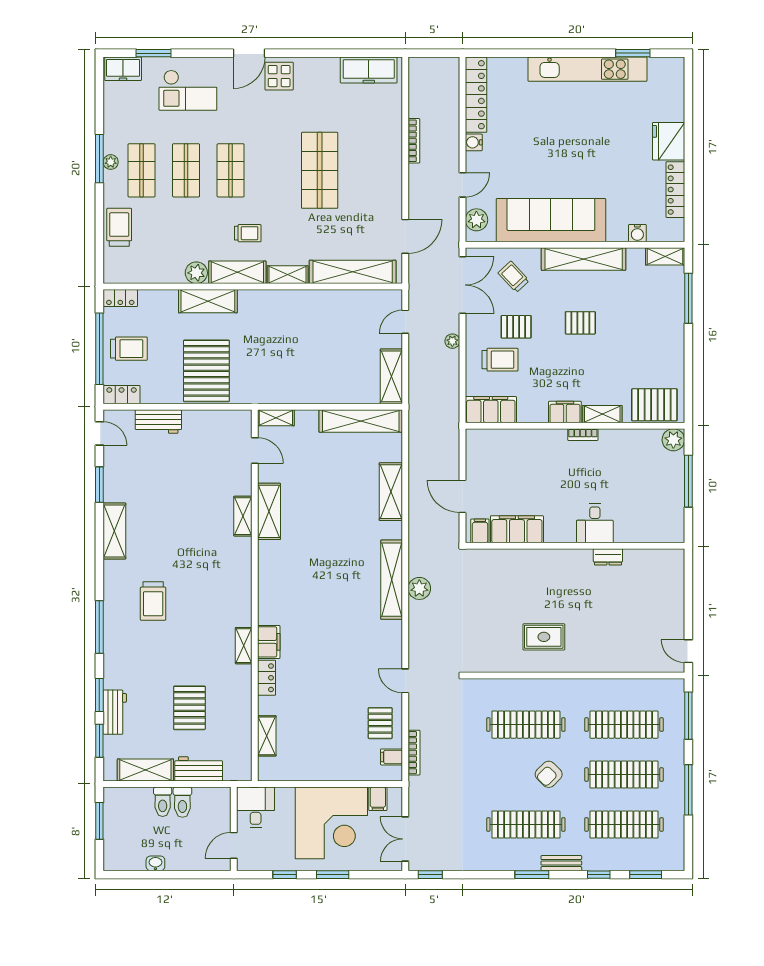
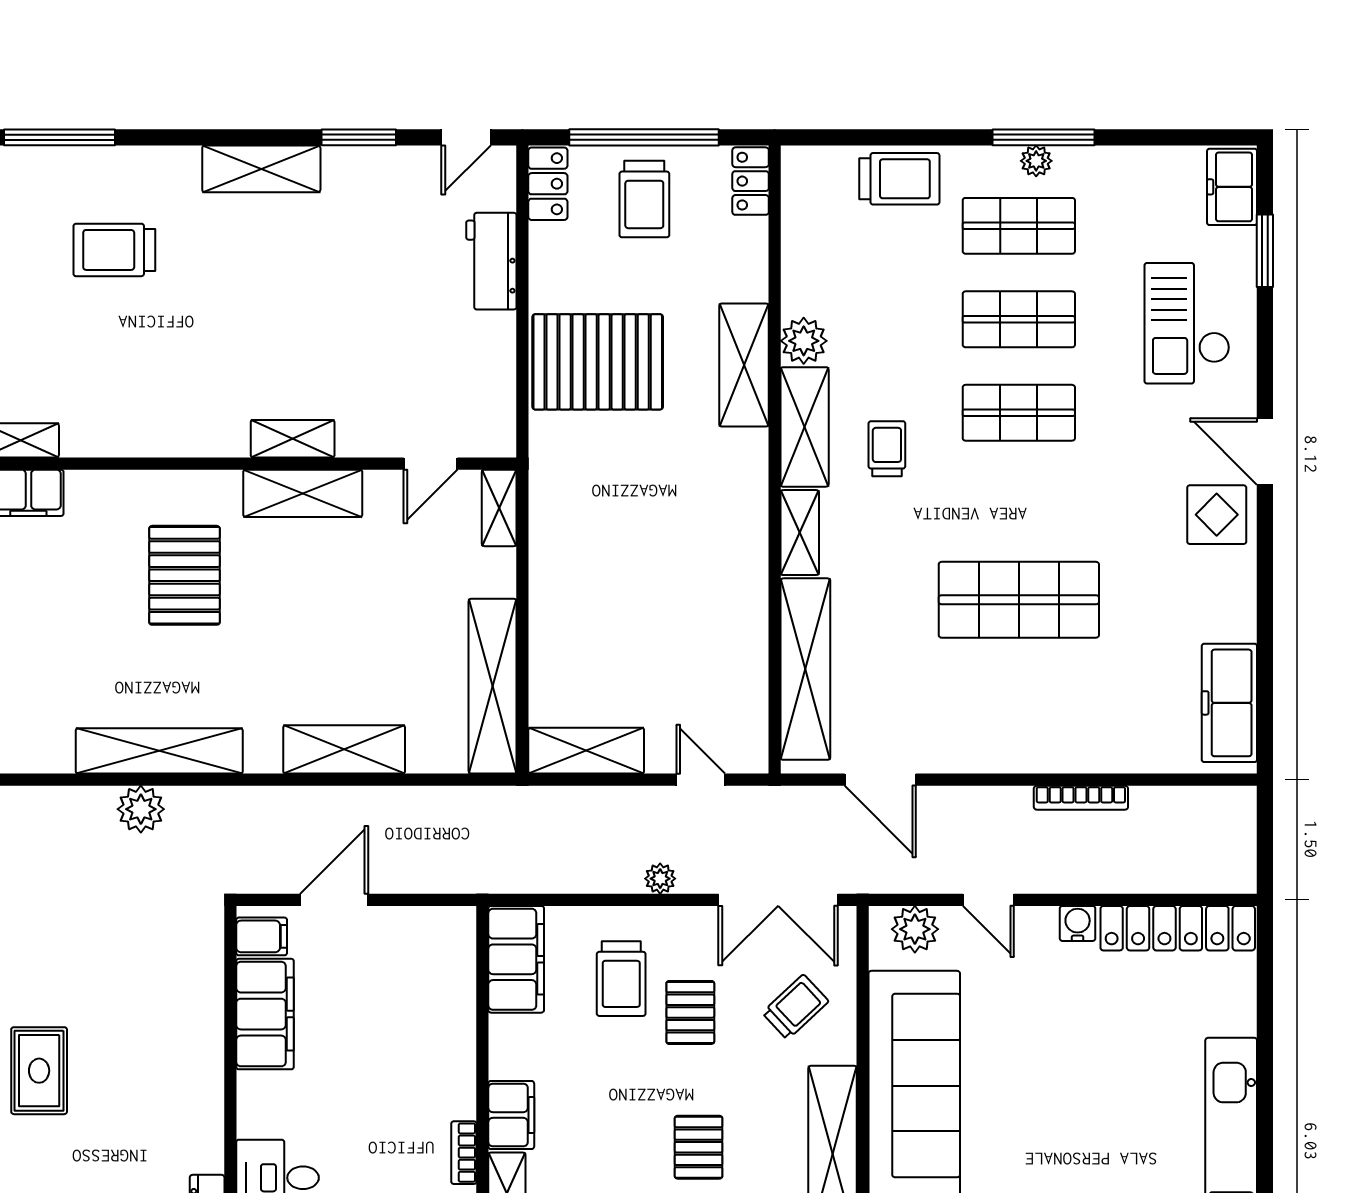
trolley: (248, 233) -> (887, 449), turned 180
pallet: (308, 568) -> (184, 575), added

